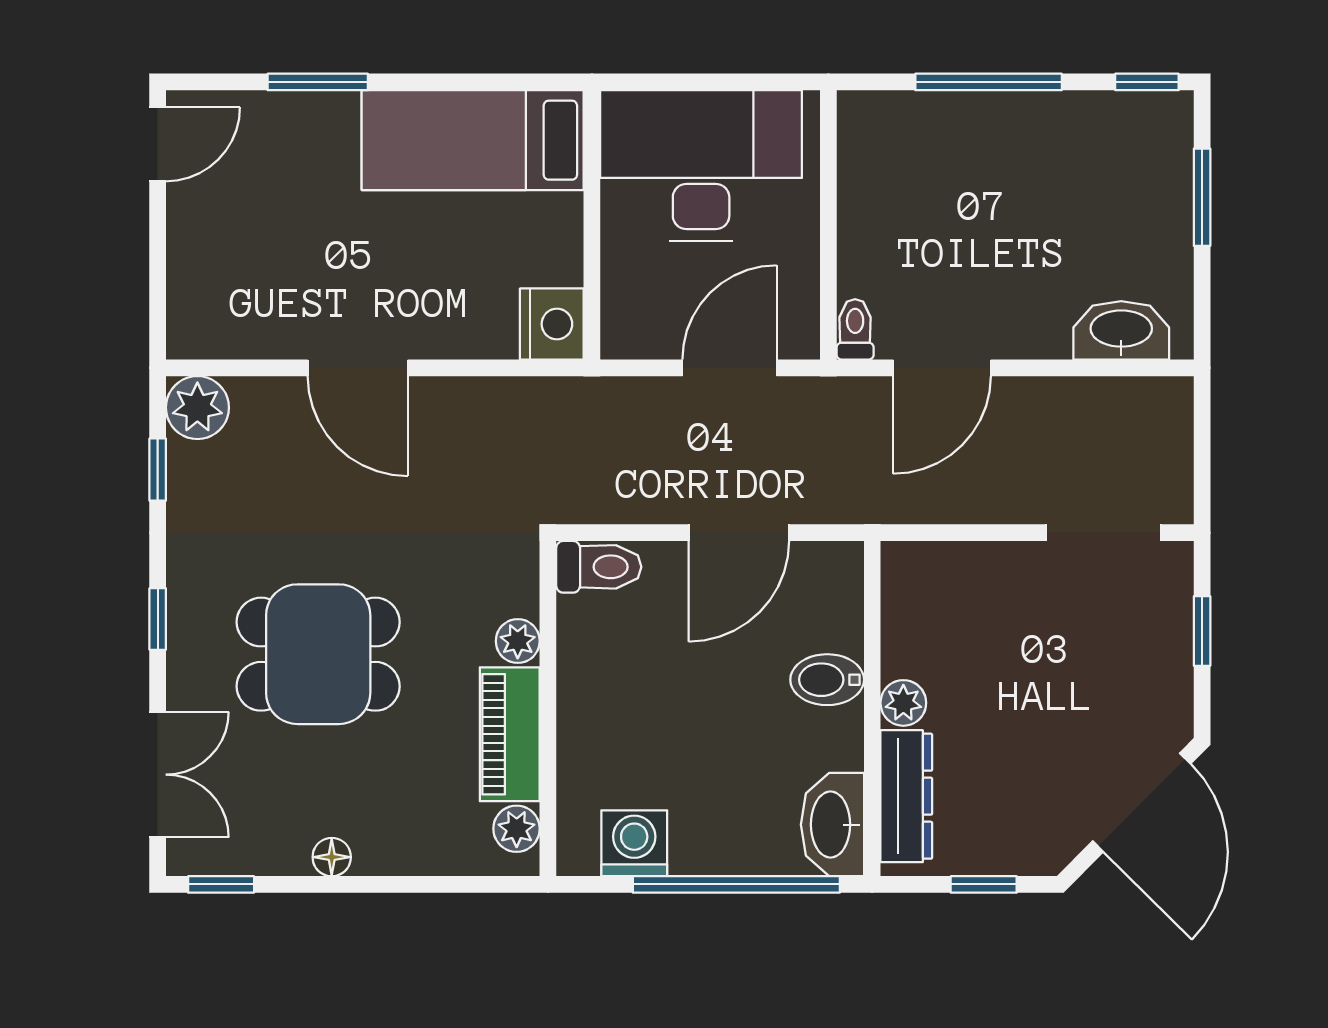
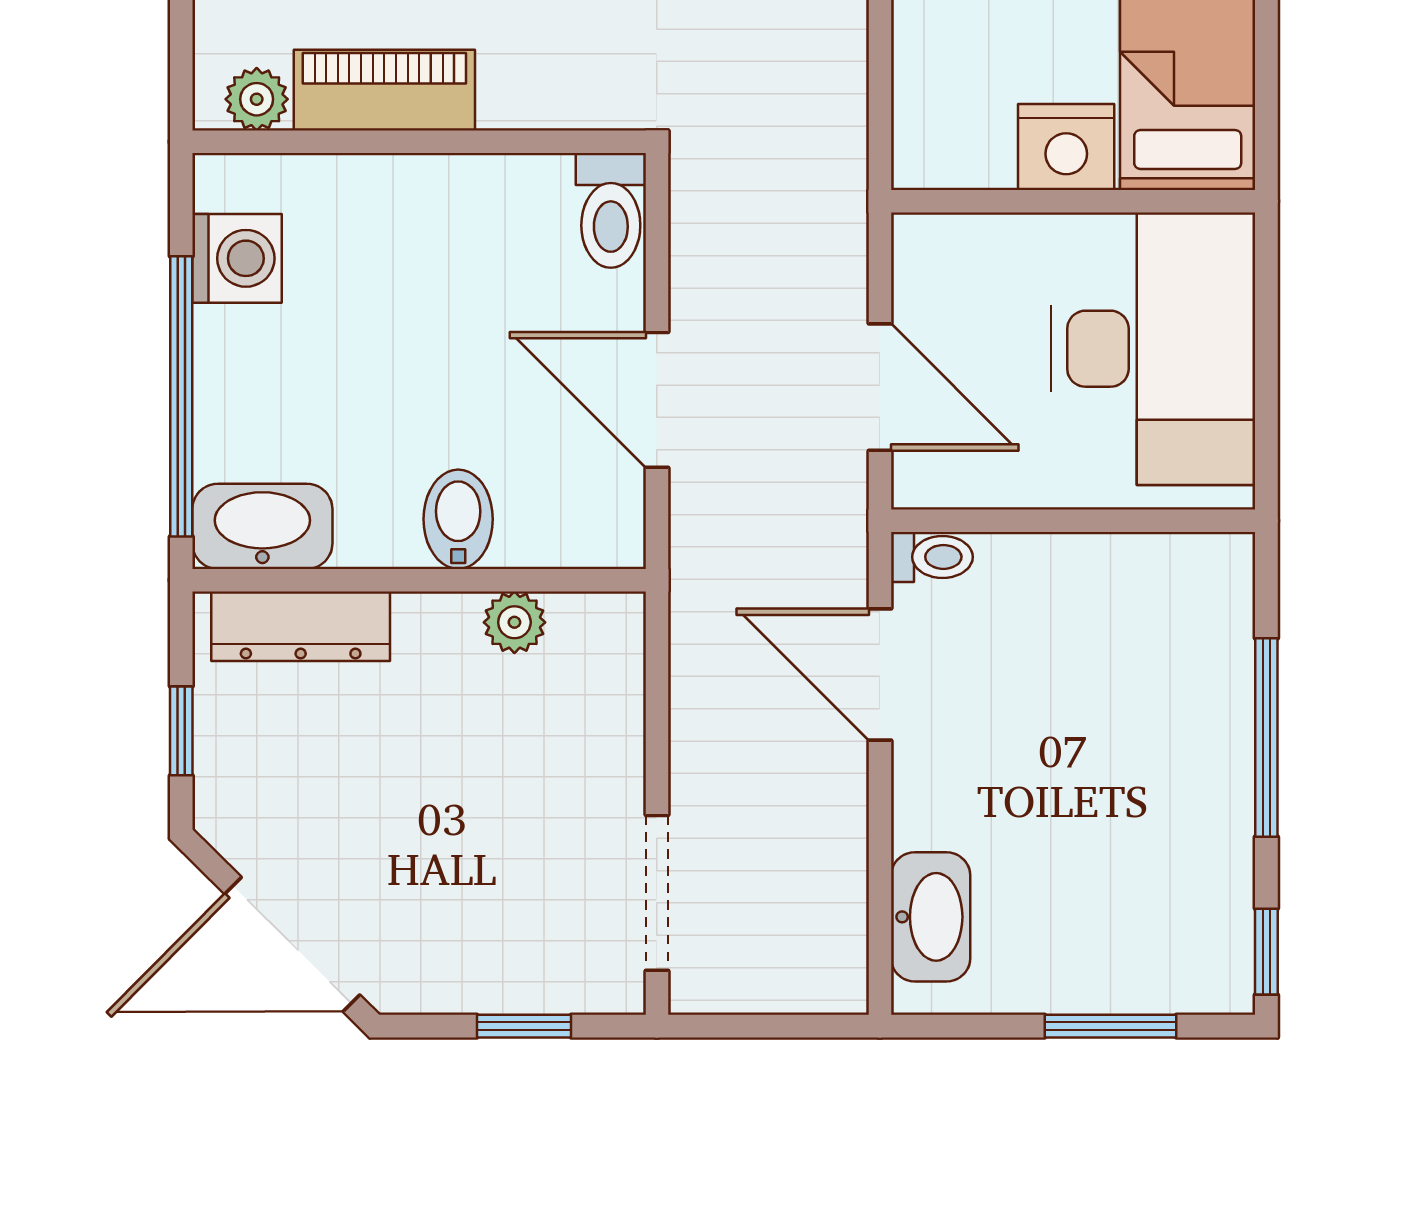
nightstand: (552, 324) -> (1066, 147), moved
plant: (518, 641) -> (510, 101), removed
plant: (903, 703) -> (514, 622), moved

